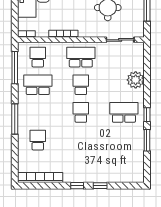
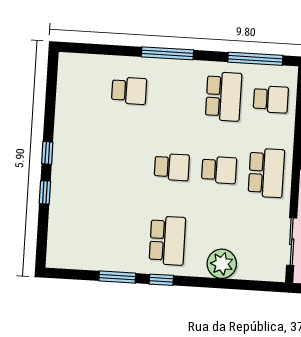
bookcase: (40, 178) -> (65, 91), removed

